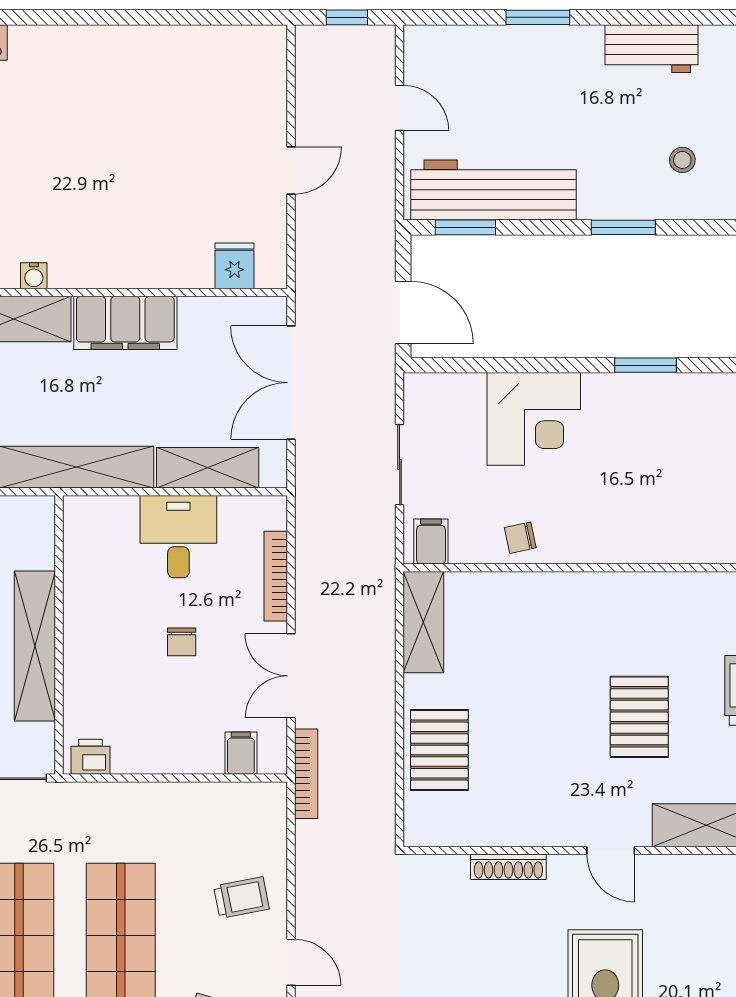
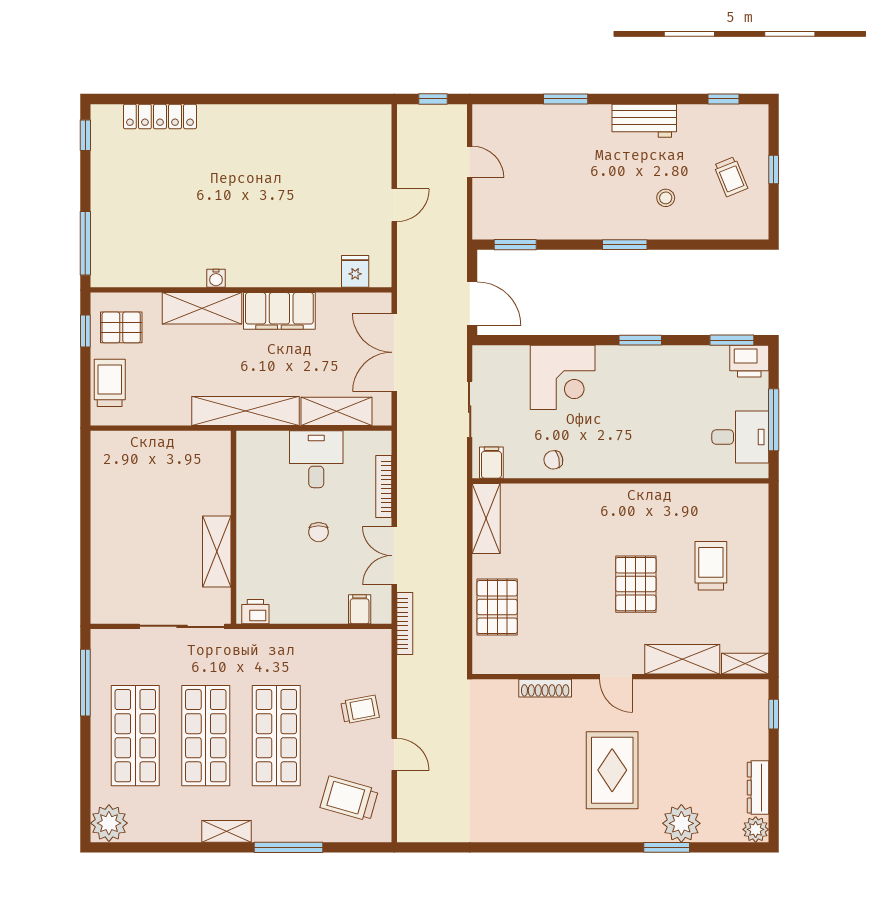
workbench: (493, 190) -> (535, 219), removed
shelving: (35, 646) -> (217, 552), width x0.68

